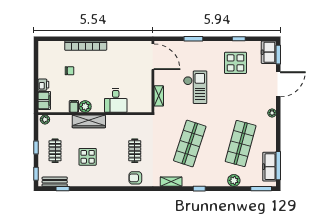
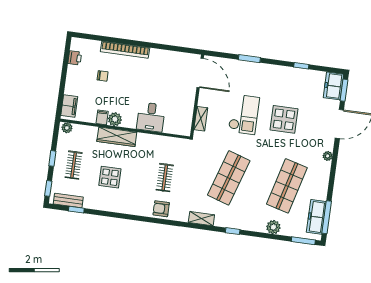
display table: (235, 63) -> (284, 119), moved
printer: (43, 85) -> (75, 58), moved

